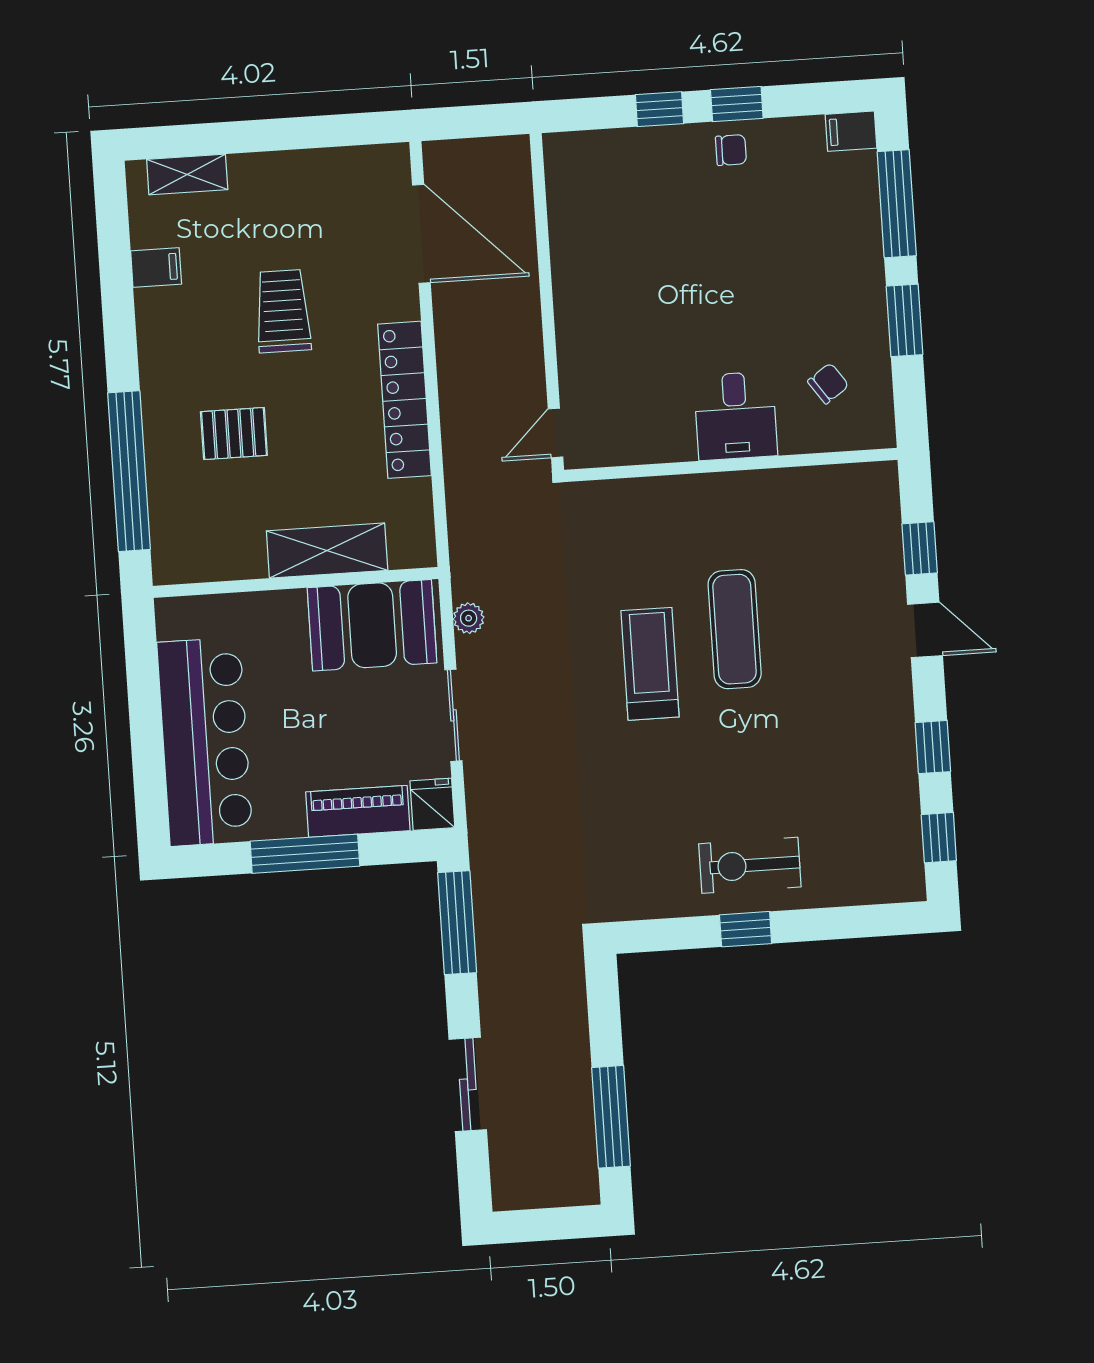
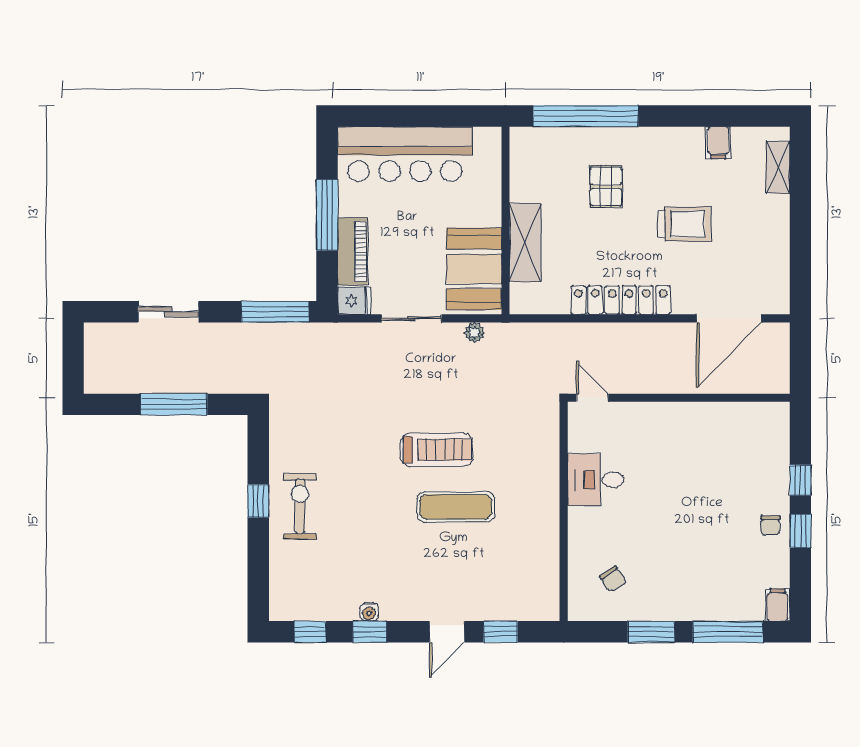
desk: (736, 416) -> (596, 480), moved
water cooler: (903, 750) -> (369, 612), added
window: (611, 1117) -> (174, 404), moved

